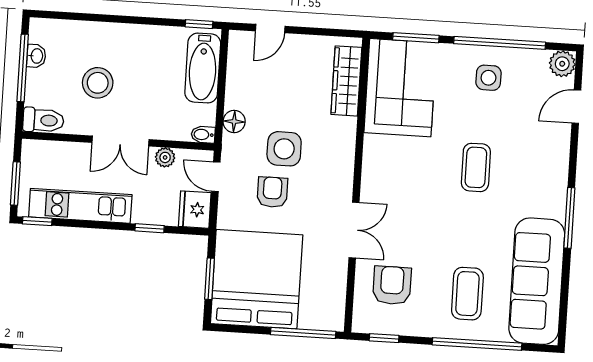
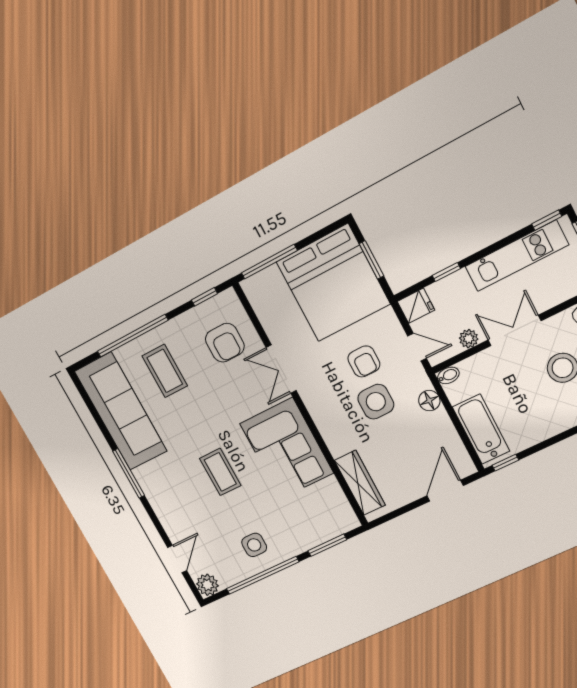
door: (270, 29) -> (445, 491), width x1.38
corner sofa: (400, 88) -> (287, 448), moved
fridge: (195, 210) -> (416, 306), width x0.72

